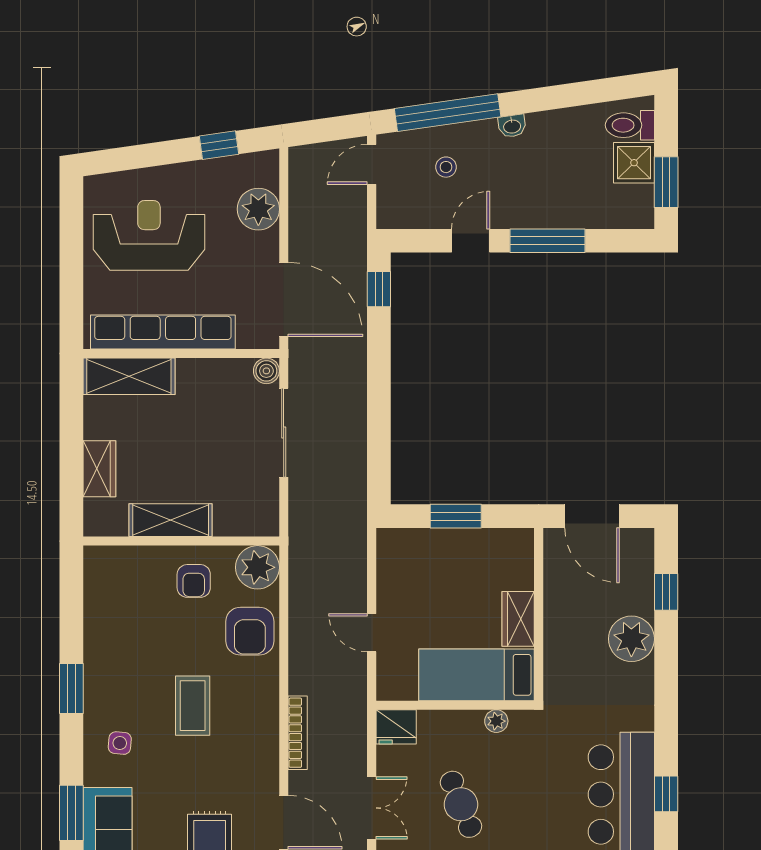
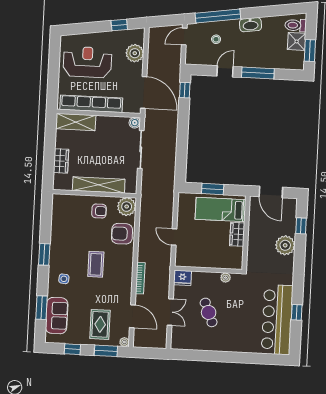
washbasin: (512, 126) -> (251, 25), width x1.91, depth x1.45
shelving: (171, 520) -> (99, 185), width x1.47
armchair: (194, 581) -> (99, 211), turned -90
armchair: (250, 631) -> (122, 234), turned 90
bed: (476, 675) -> (220, 209), moved

